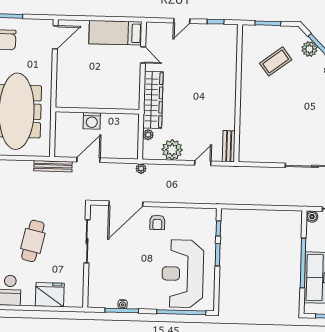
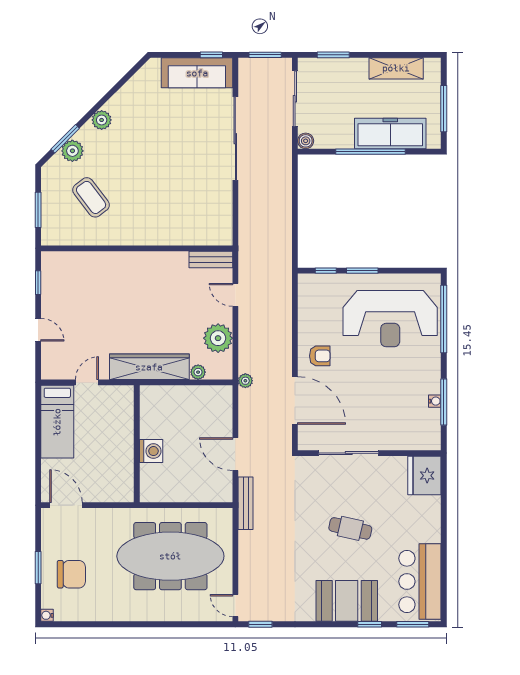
wall: (97, 111) -> (137, 444), moved
washing machine: (92, 121) -> (151, 451), moved
cafe table: (33, 241) -> (350, 528), width x0.73, depth x0.74
fridge: (50, 295) -> (424, 476), moved

